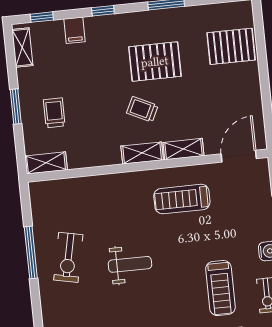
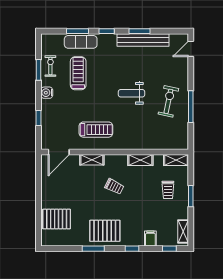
pallet: (155, 62) -> (105, 231), moved
shelving: (142, 153) -> (140, 160), moved

